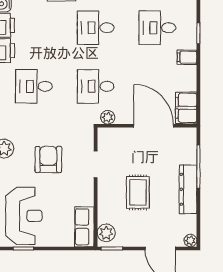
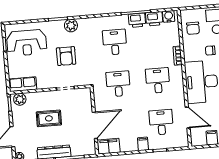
plant: (108, 117) -> (98, 94), removed
armchair: (48, 159) -> (66, 56), turned 90

